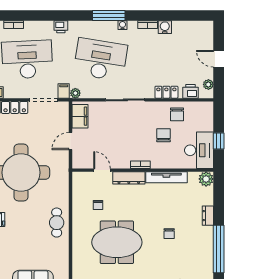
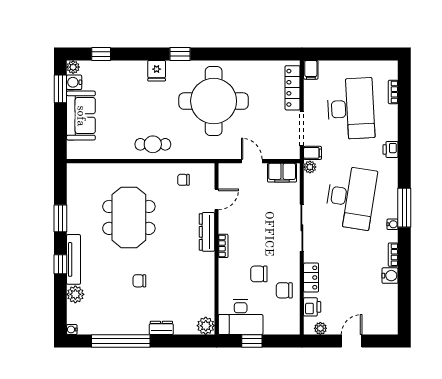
chair: (163, 135) -> (259, 274), turned 180
tv unit: (166, 177) -> (208, 278), removed
chair: (98, 205) -> (183, 180), moved

